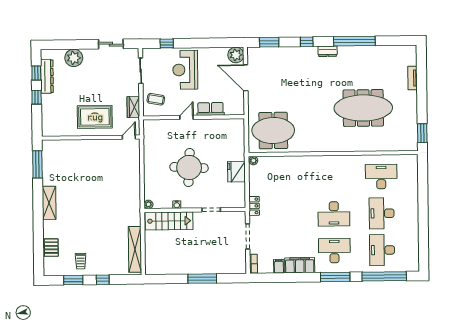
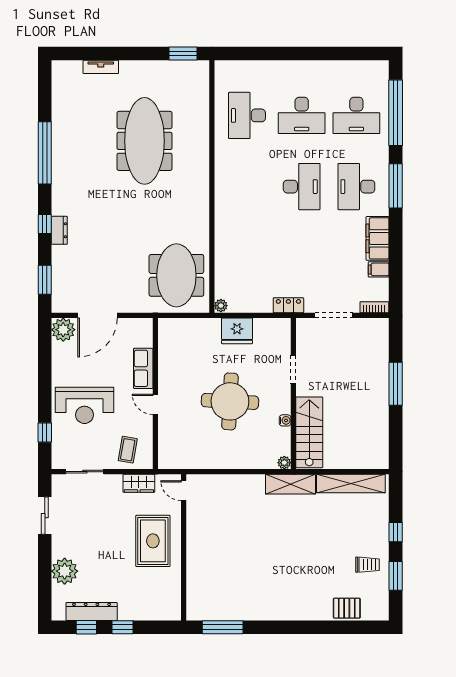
dresser: (328, 51) -> (59, 230), moved
shelving: (49, 203) -> (290, 484), moved

